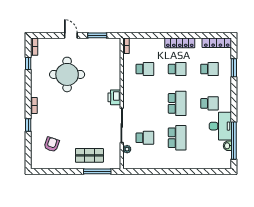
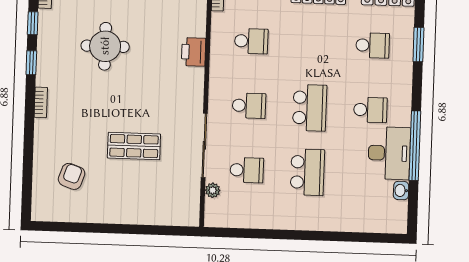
school desk: (177, 69) -> (249, 106), moved
round table: (67, 74) -> (105, 46), width x0.73, depth x0.73
printer: (114, 97) -> (194, 52), moved
window: (28, 125) -> (31, 63), moved
window: (234, 141) -> (415, 146), moved
shop shelf: (89, 155) -> (134, 146), moved
window: (97, 171) -> (155, 230), removed

